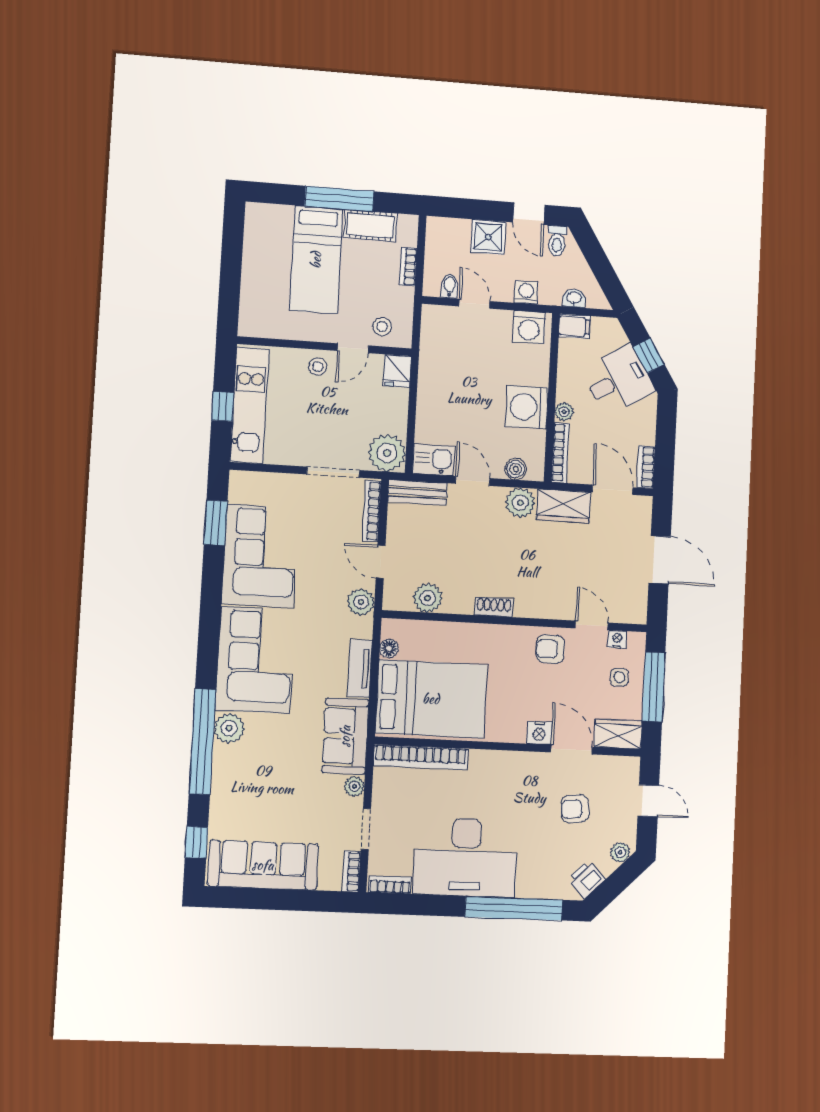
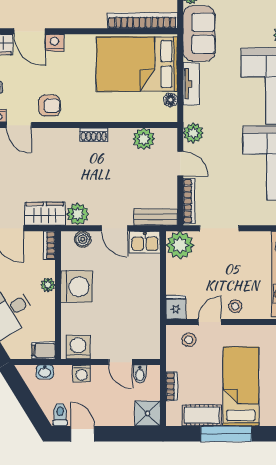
shower: (488, 237) -> (148, 413), moved
bookcase: (560, 453) -> (49, 246), width x0.64

